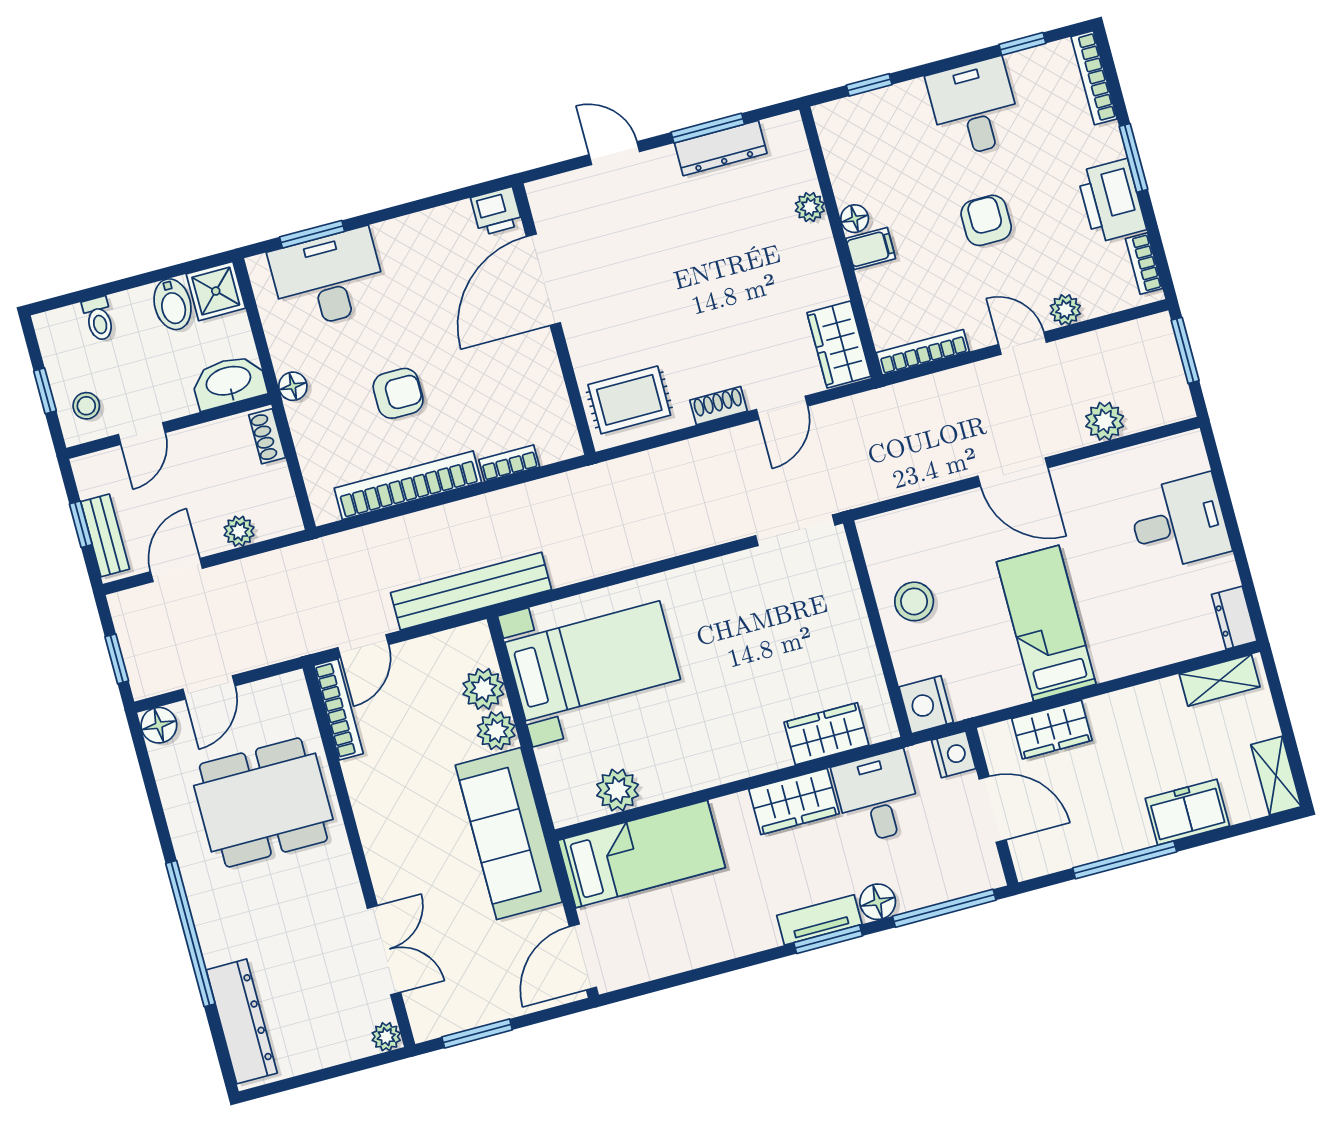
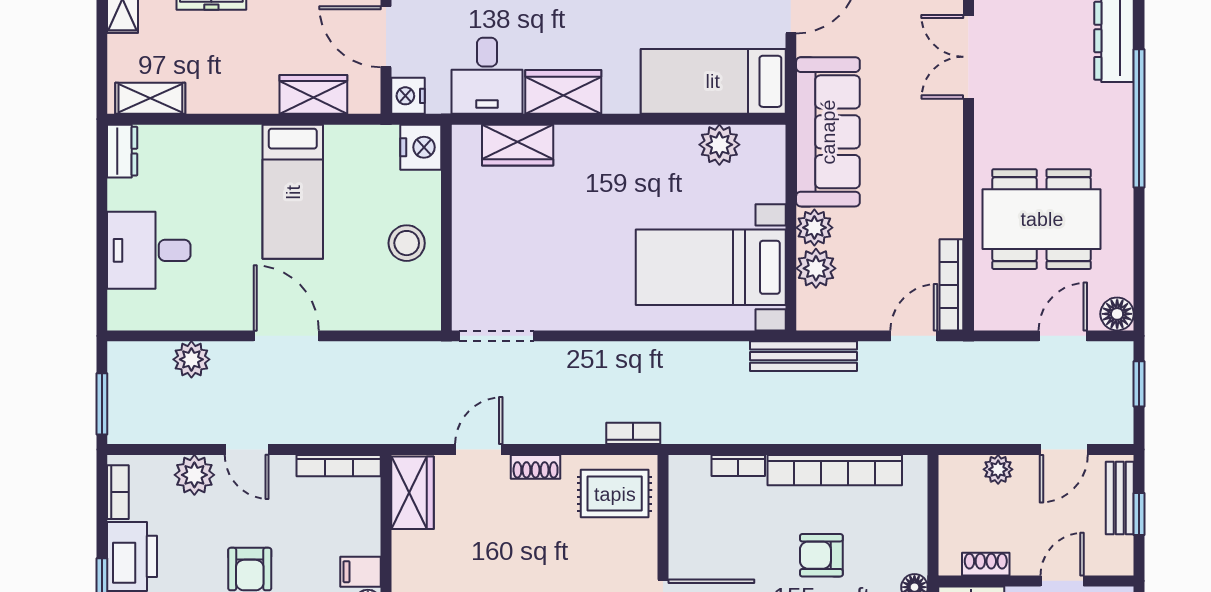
plant: (1065, 310) -> (194, 475), width x1.38, depth x1.38
shoe rack: (267, 436) -> (986, 564), moved, turned -90
bookcase: (627, 467) -> (633, 433), added
bench: (471, 591) -> (803, 356), width x0.73, depth x0.82

